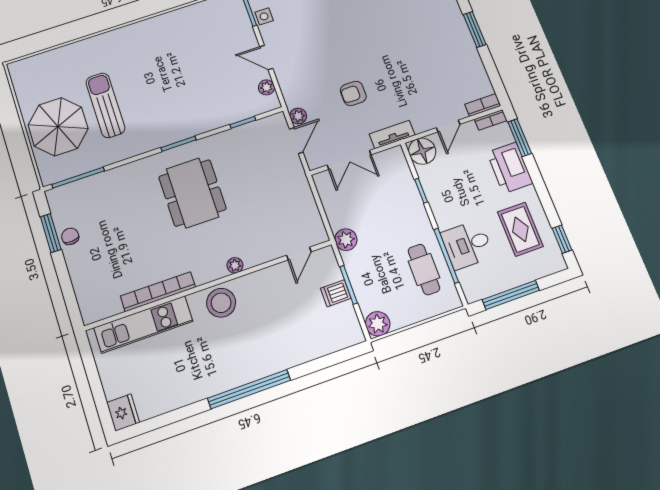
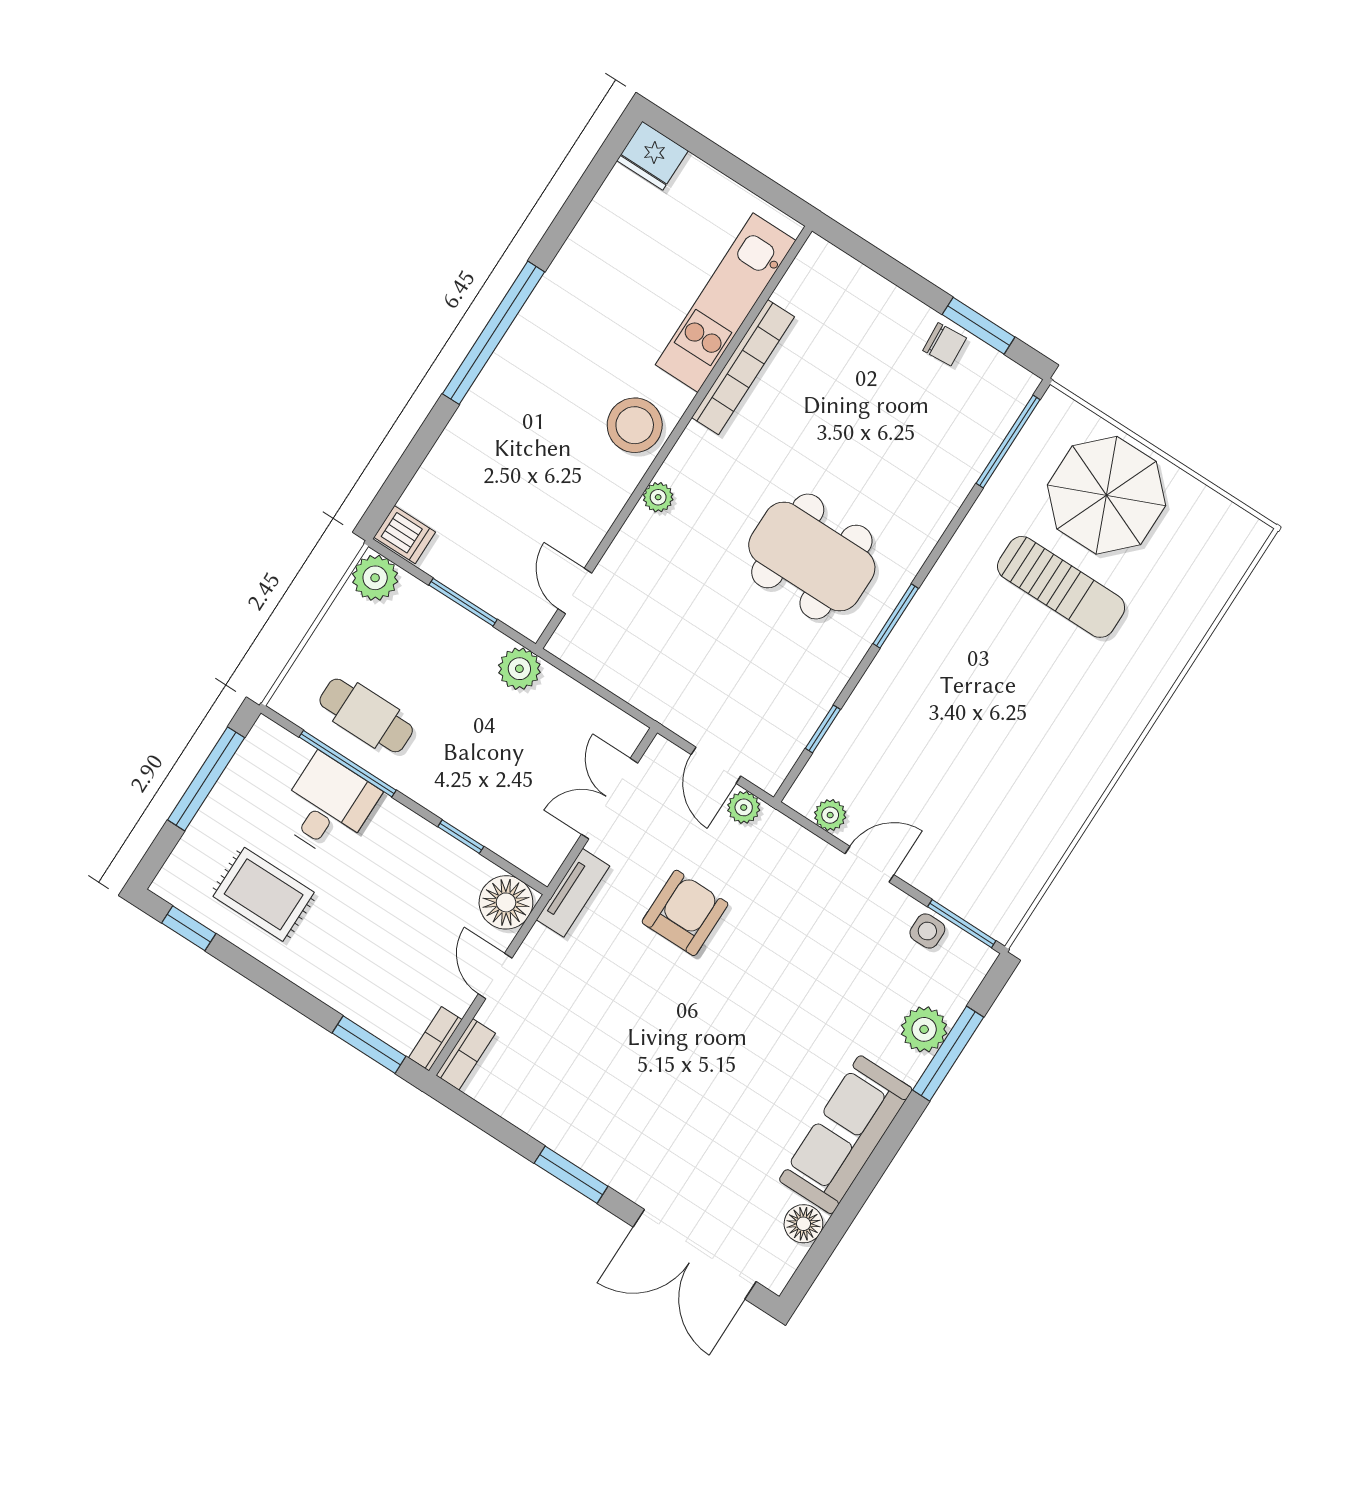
armchair: (353, 93) -> (685, 913), width x1.38, depth x1.38
printer: (510, 168) -> (350, 982), removed
dishwasher: (336, 293) -> (405, 535), moved, turned 90

